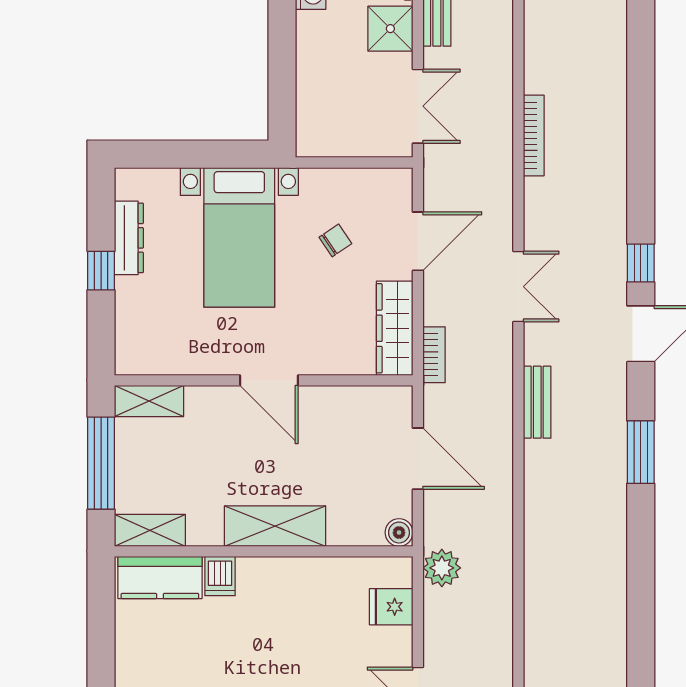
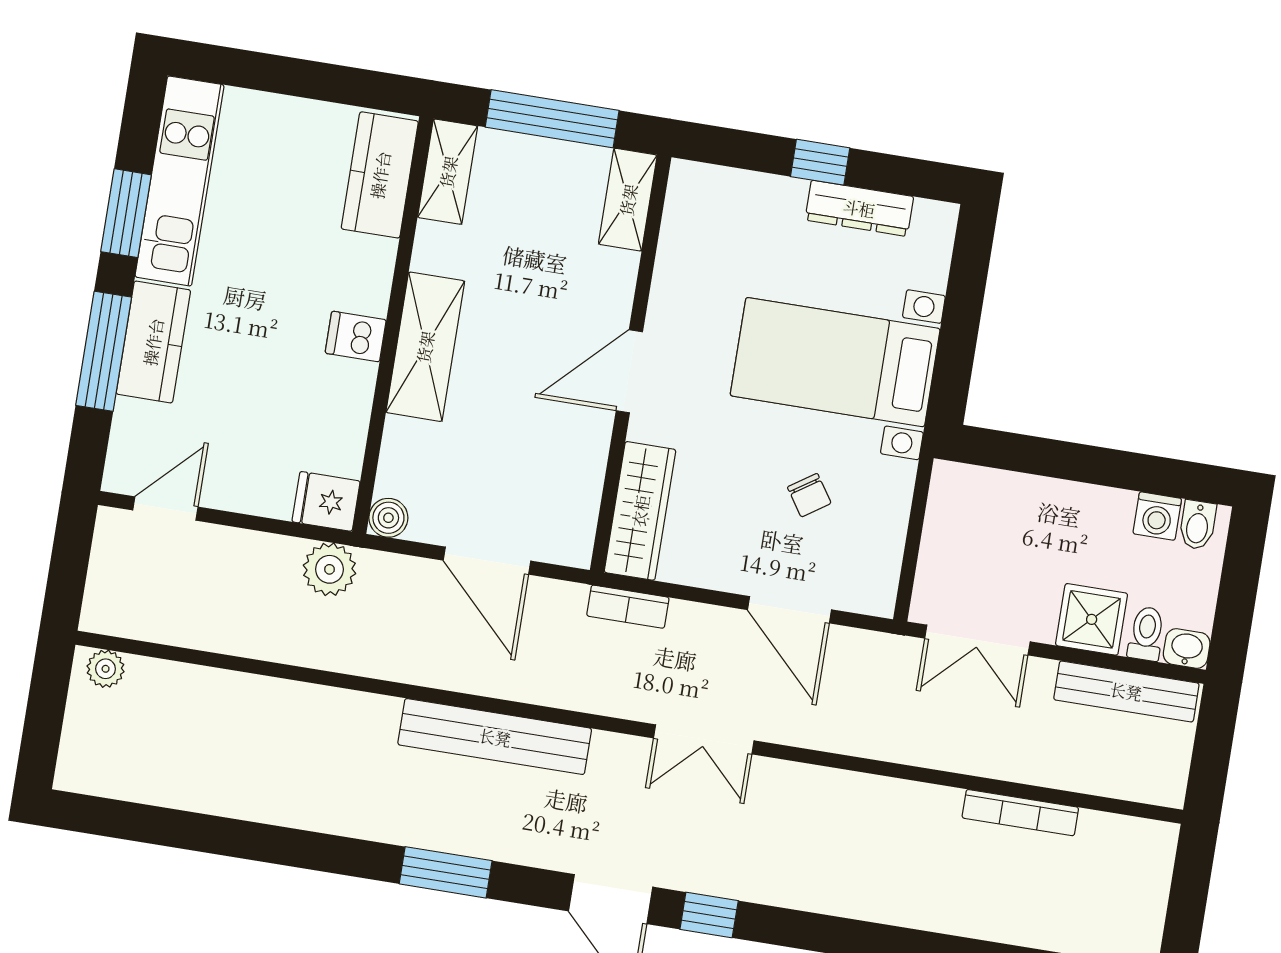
bookcase: (534, 135) -> (1020, 813), moved
wardrobe: (395, 328) -> (640, 511), moved, turned 90
bench: (537, 402) -> (495, 737), width x1.86, depth x1.21
door: (418, 459) -> (487, 561), hinge flipped
dishwasher: (220, 576) -> (356, 336), moved
fridge: (391, 607) -> (326, 501), moved, turned -90

